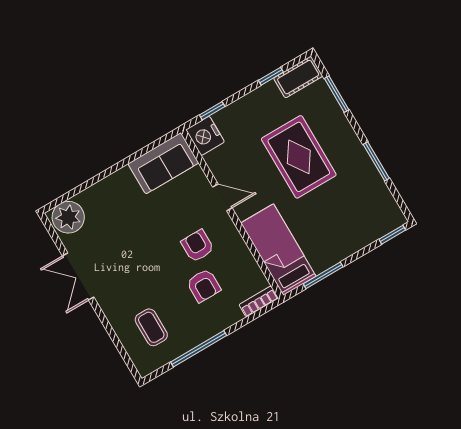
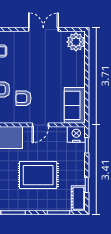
armchair: (197, 246) -> (23, 98), turned 180

